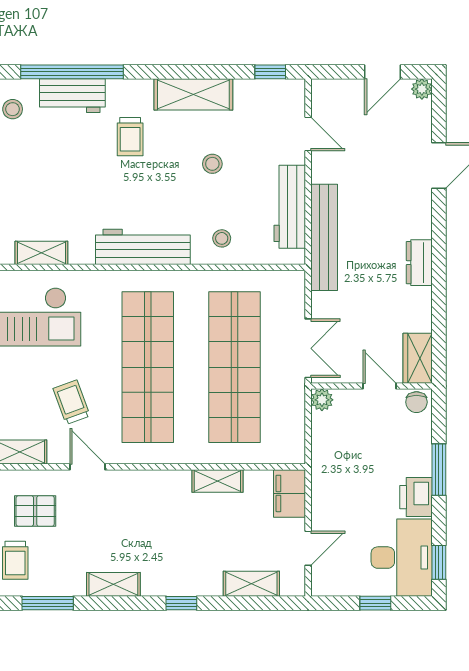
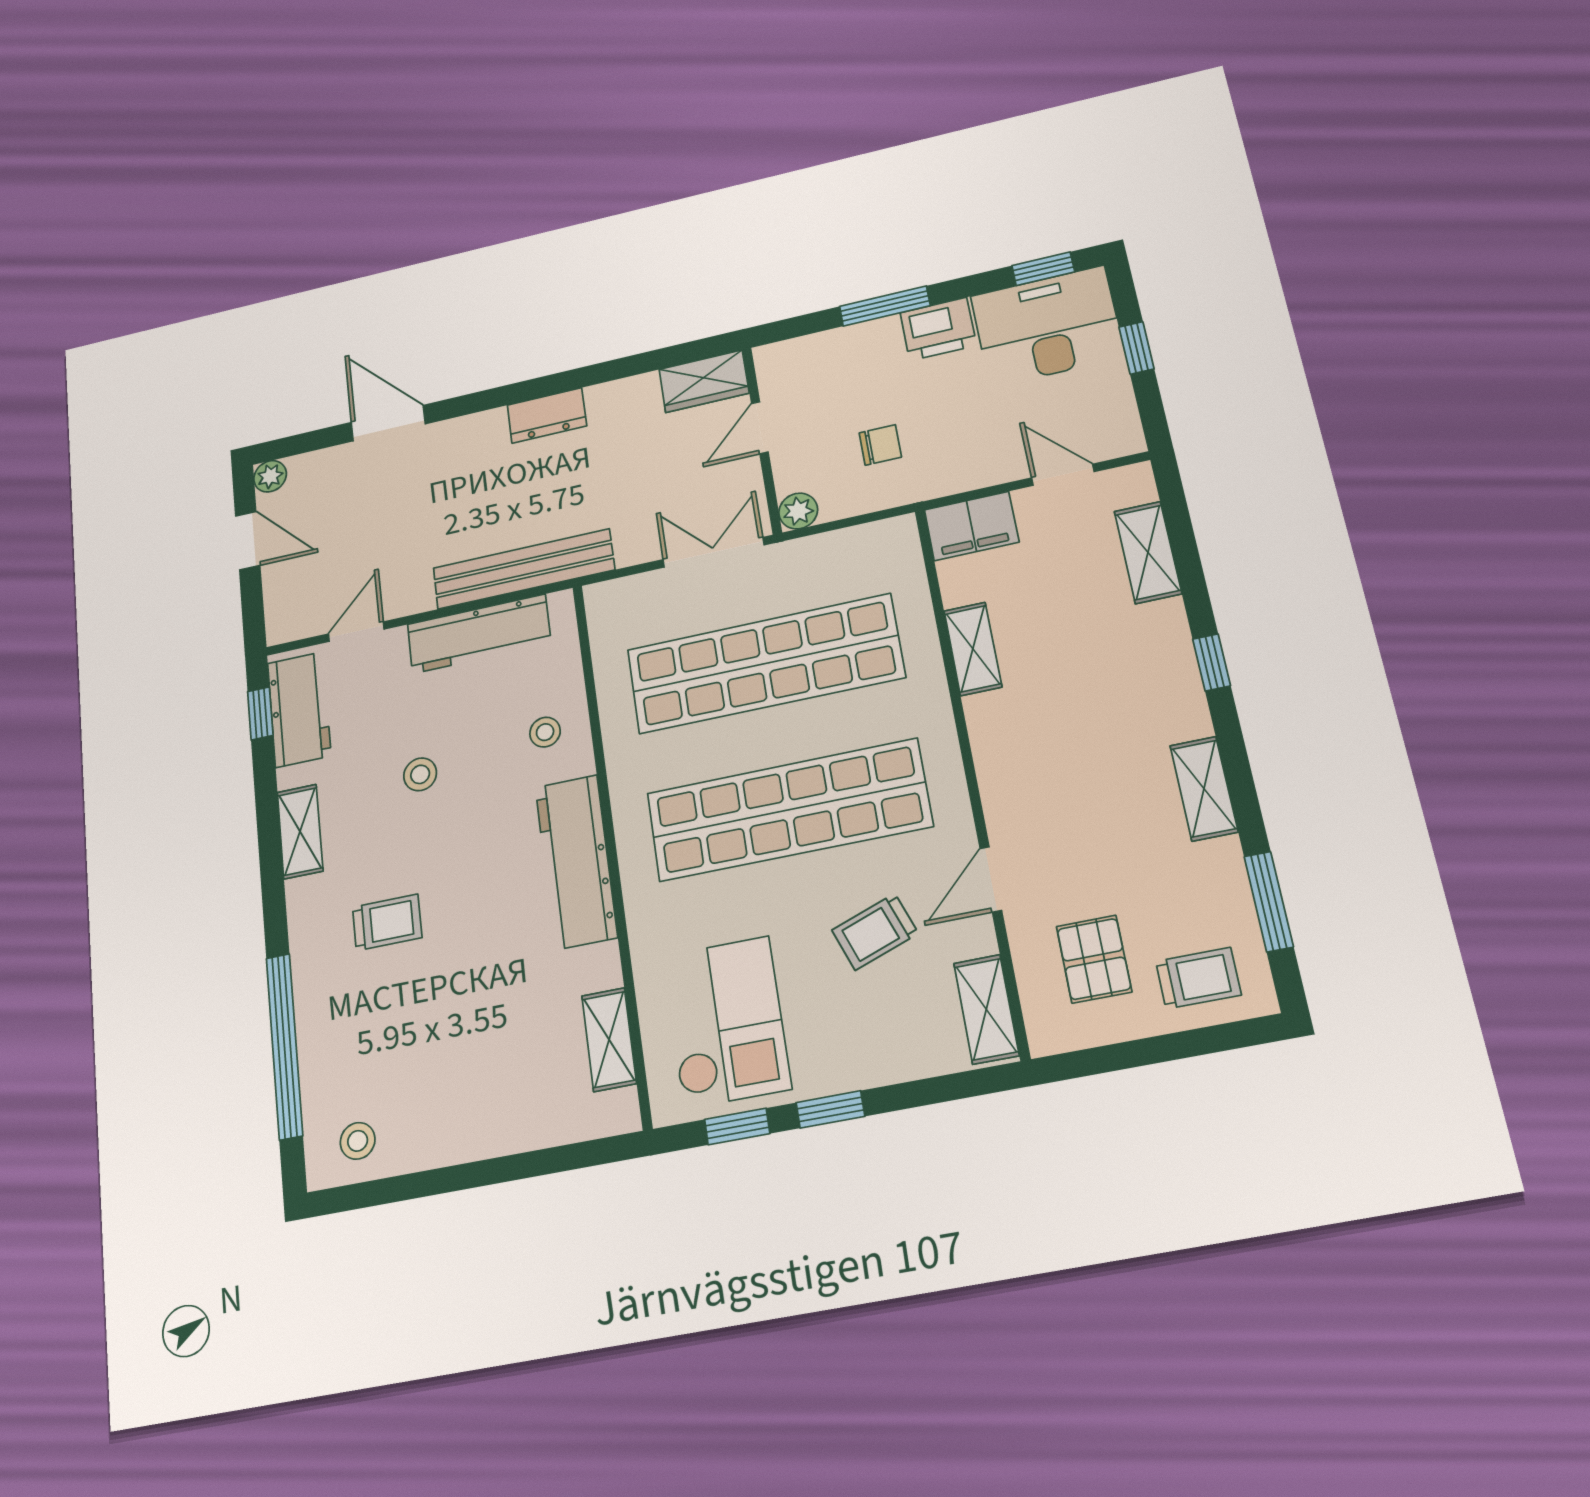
shelving: (193, 94) -> (300, 832), width x0.67, depth x0.75
workbench: (72, 96) -> (299, 709), moved
chair: (416, 402) -> (880, 445), moved

